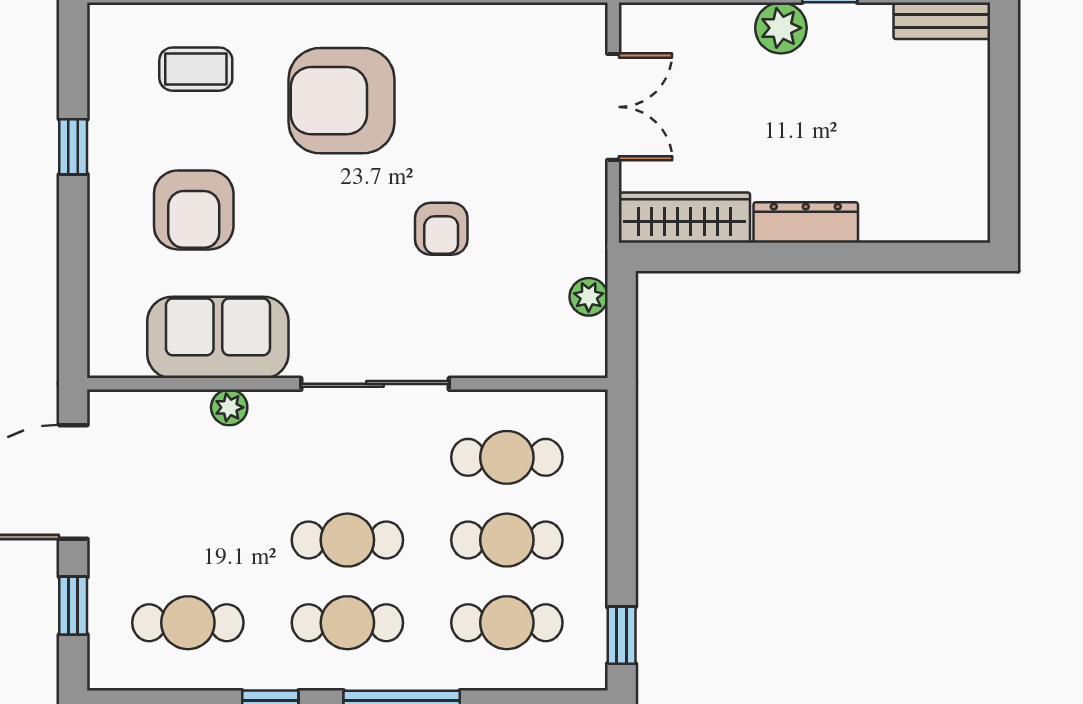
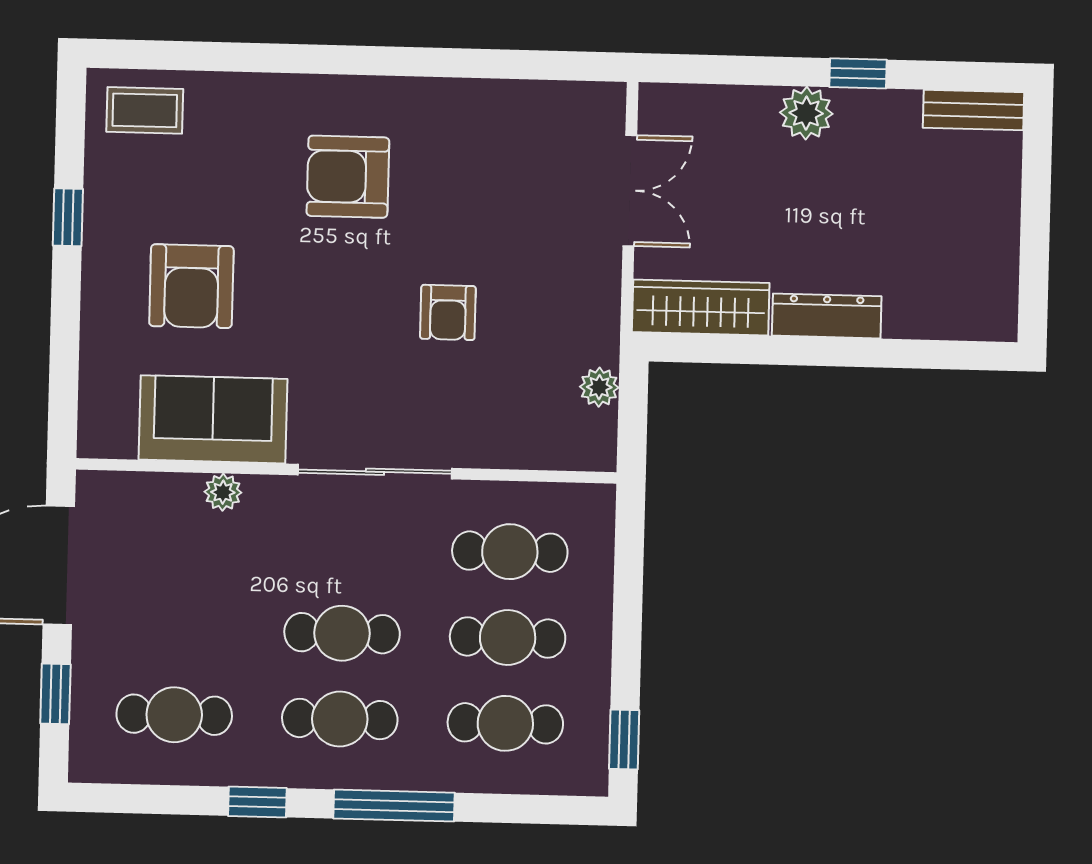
coffee table: (196, 69) -> (145, 110), moved
armchair: (342, 101) -> (348, 177), width x0.73, depth x0.73

